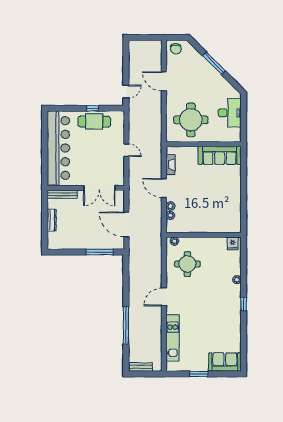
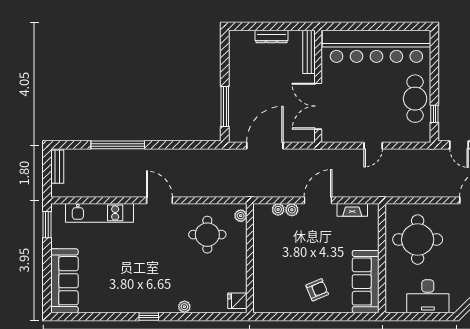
window: (93, 108) -> (434, 114), moved
armchair: (225, 189) -> (317, 290), added
sofa: (225, 362) -> (64, 281), width x1.36
window: (199, 374) -> (47, 225), moved

